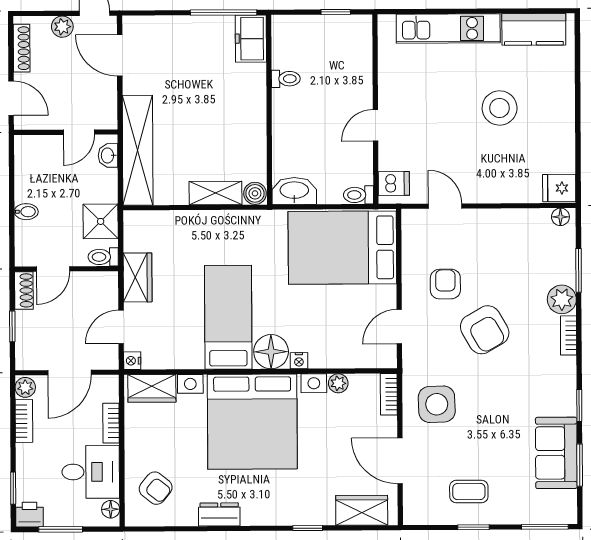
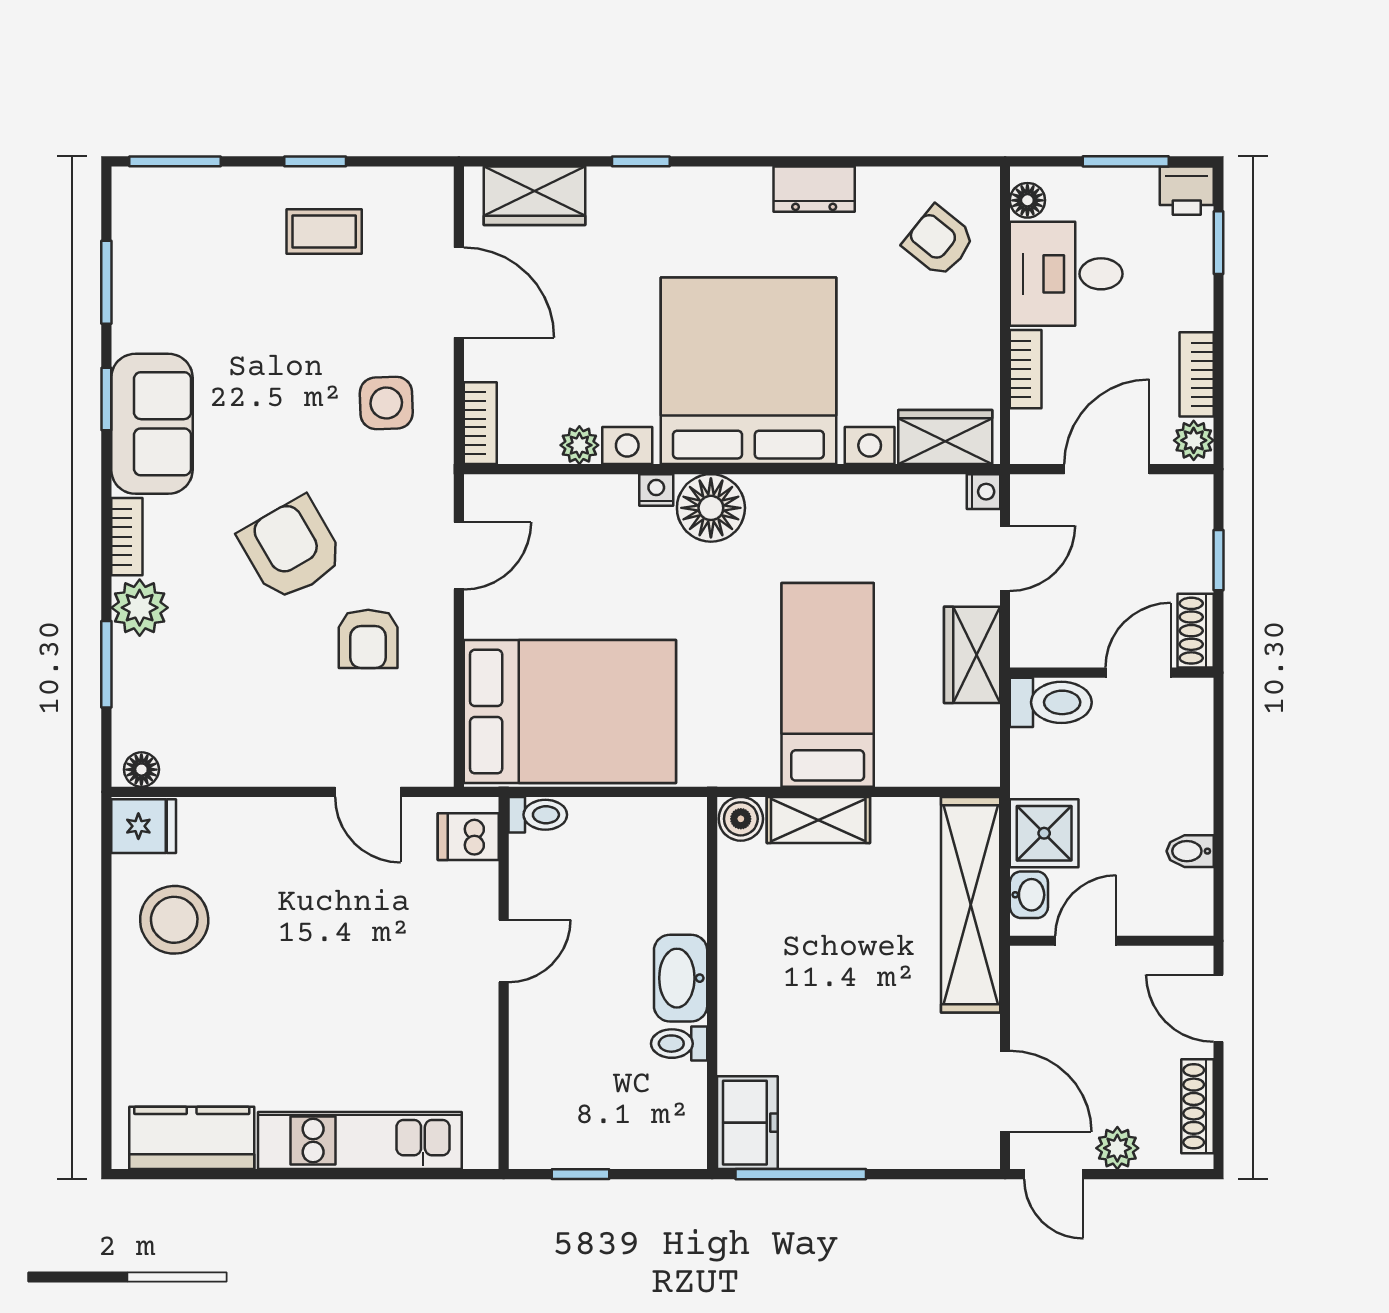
stool: (500, 108) -> (174, 920), moved
washbasin: (294, 191) -> (681, 978), moved, turned 90
bidet: (26, 212) -> (1190, 851), moved
shower: (101, 221) -> (1044, 833), moved
toilet: (103, 257) -> (1051, 702), width x1.37, depth x1.39
bed: (228, 317) -> (828, 685), moved, turned 180
side table: (437, 404) -> (386, 403), width x0.73, depth x0.73
sofa: (556, 453) -> (152, 424), moved

